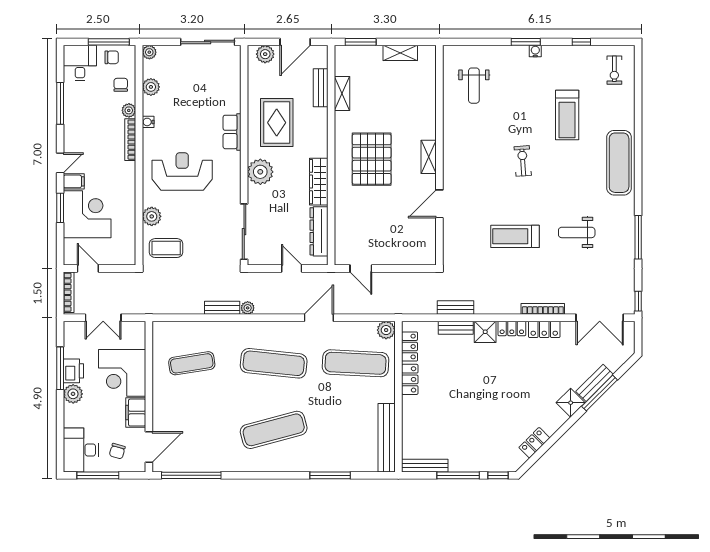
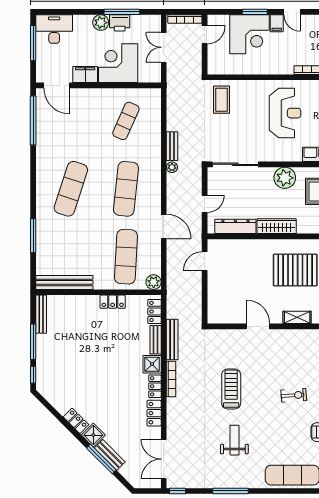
plant: (152, 216) -> (248, 88), removed
bench: (455, 308) -> (172, 340), width x1.36
bookcase: (543, 309) -> (171, 379), moved
locker: (410, 347) -> (154, 311), moved, turned 90
exercise mat: (192, 363) -> (126, 121), turned 33
exercise mat: (274, 430) -> (71, 189), turned 33
locker: (534, 443) -> (76, 421), moved
chair: (117, 451) -> (53, 59), removed

